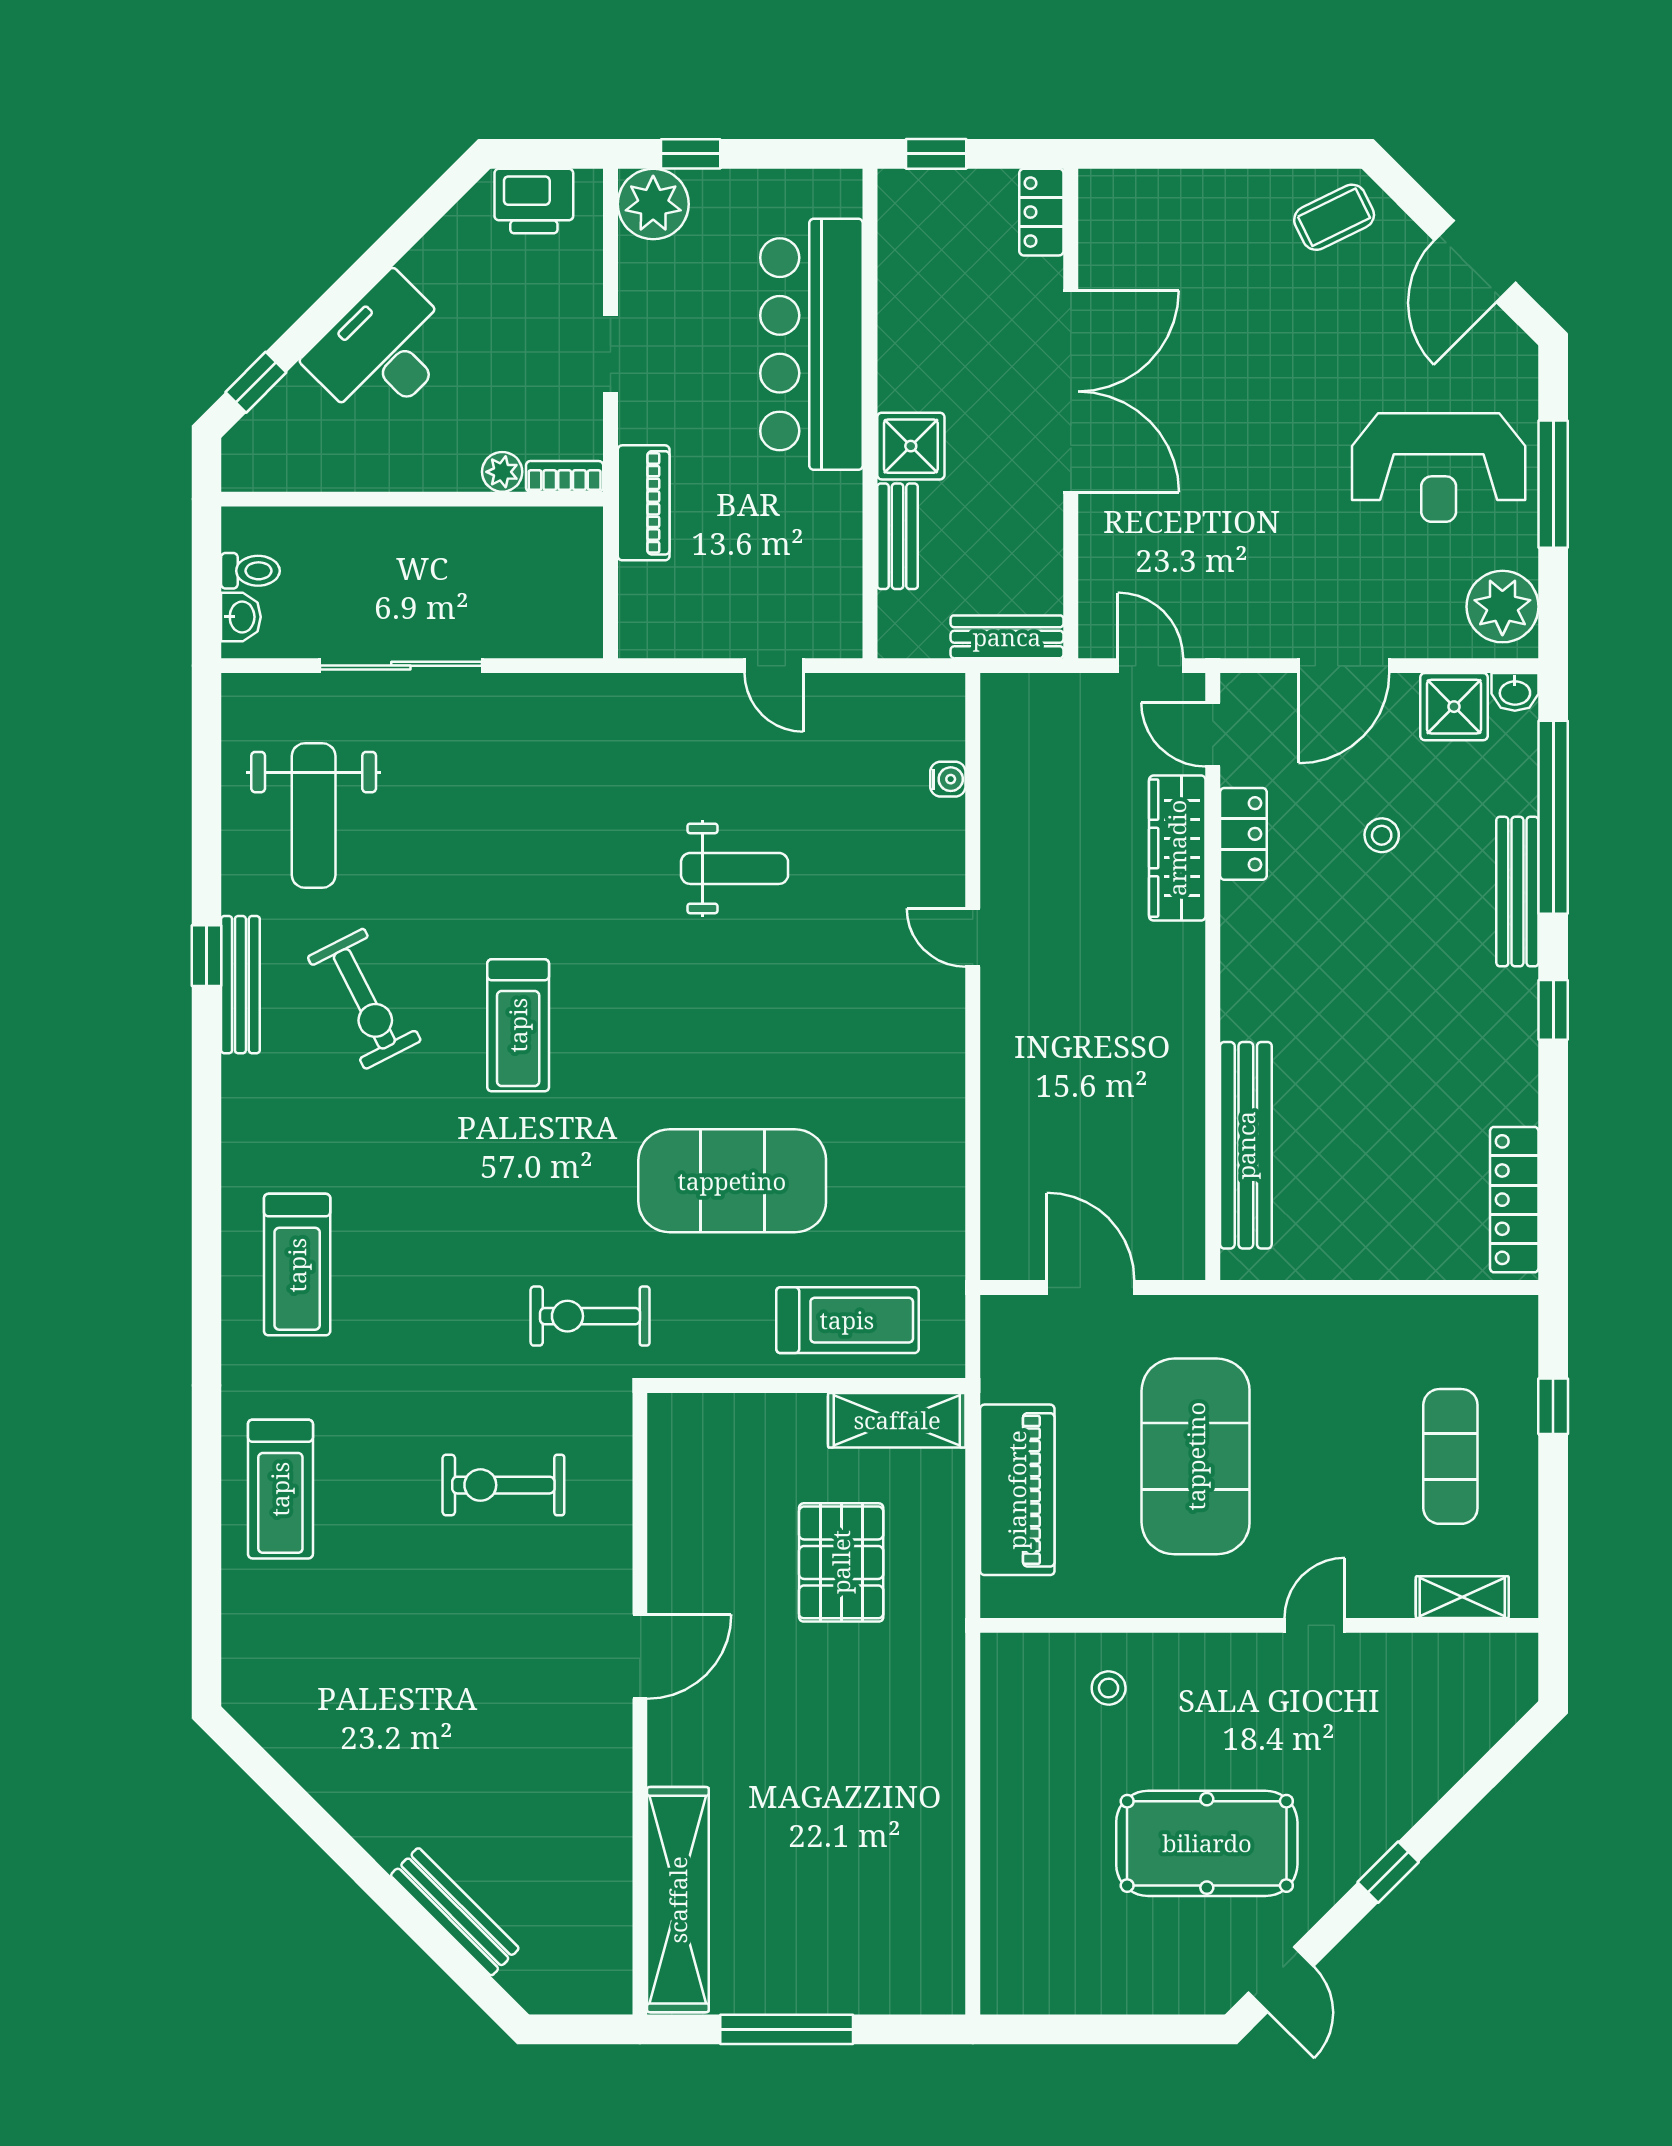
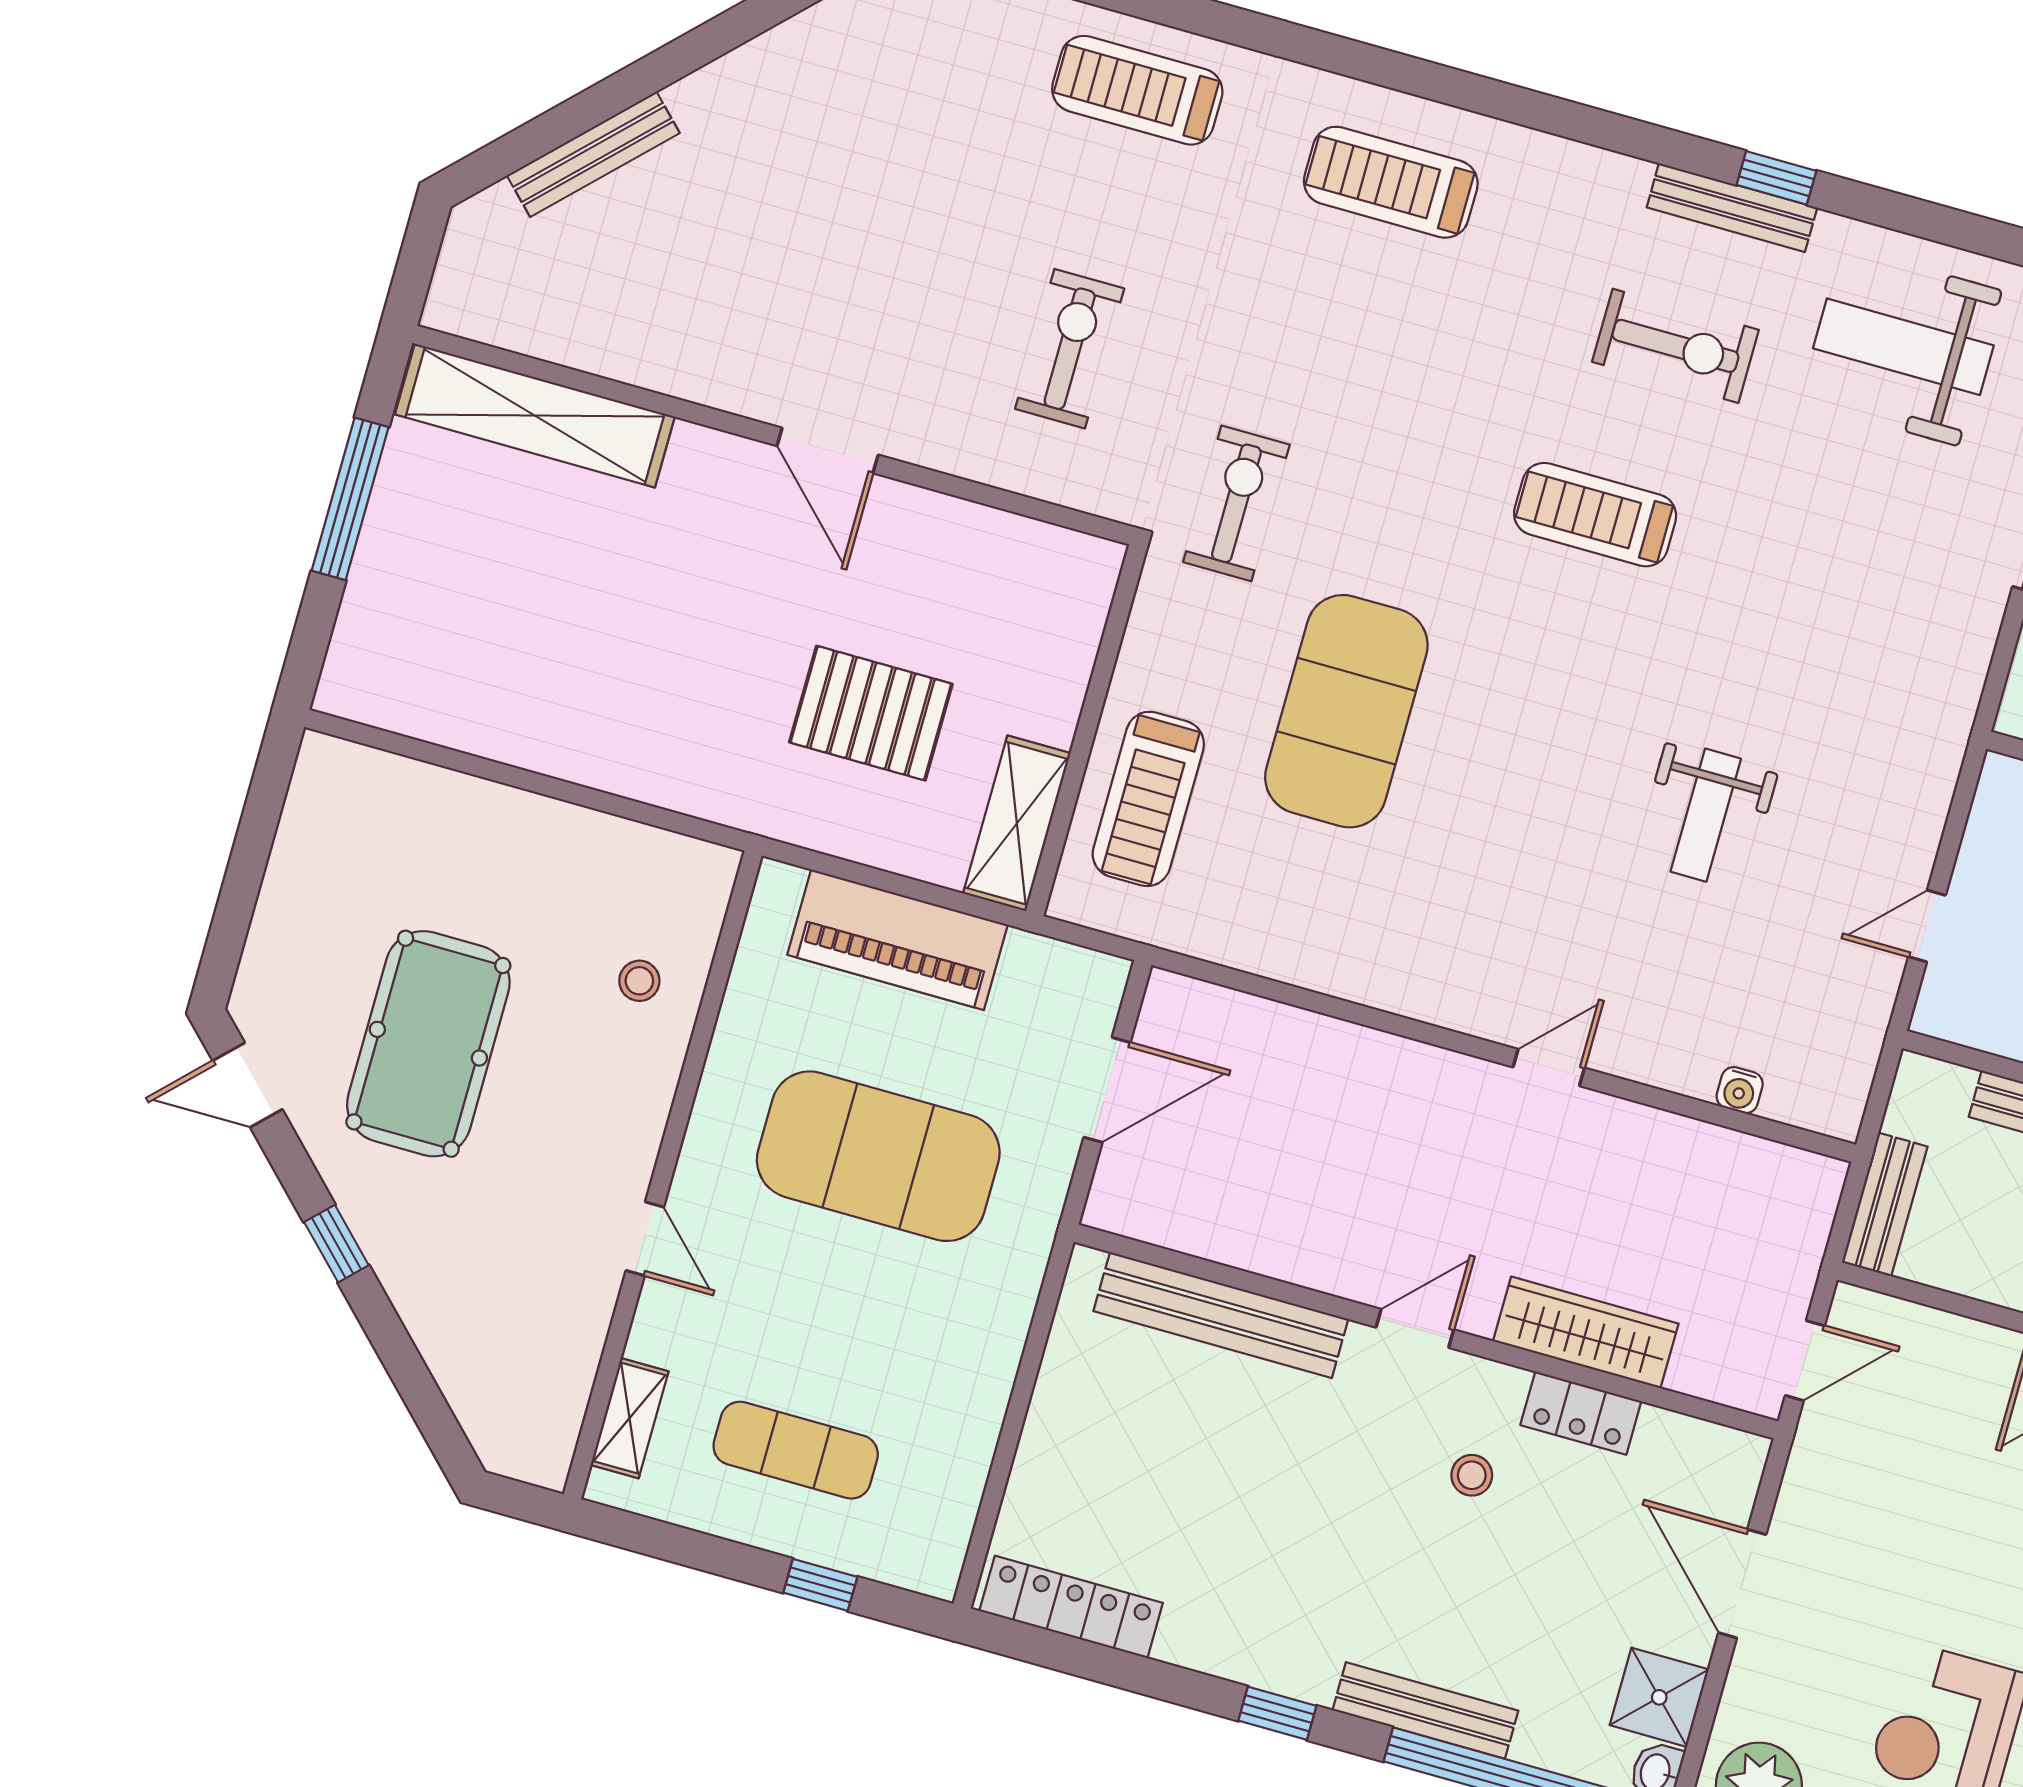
door: (1213, 735) -> (1415, 1328), moved
stool: (1382, 835) -> (1472, 1475), moved
exercise bike: (364, 999) -> (1675, 346), turned -153

